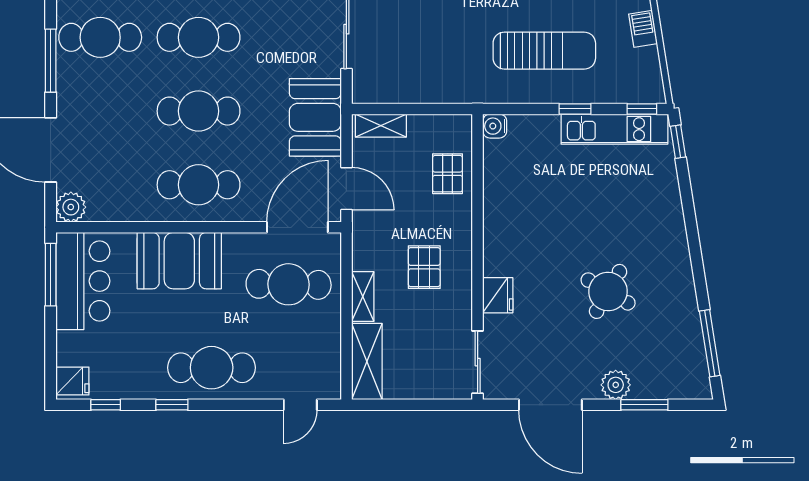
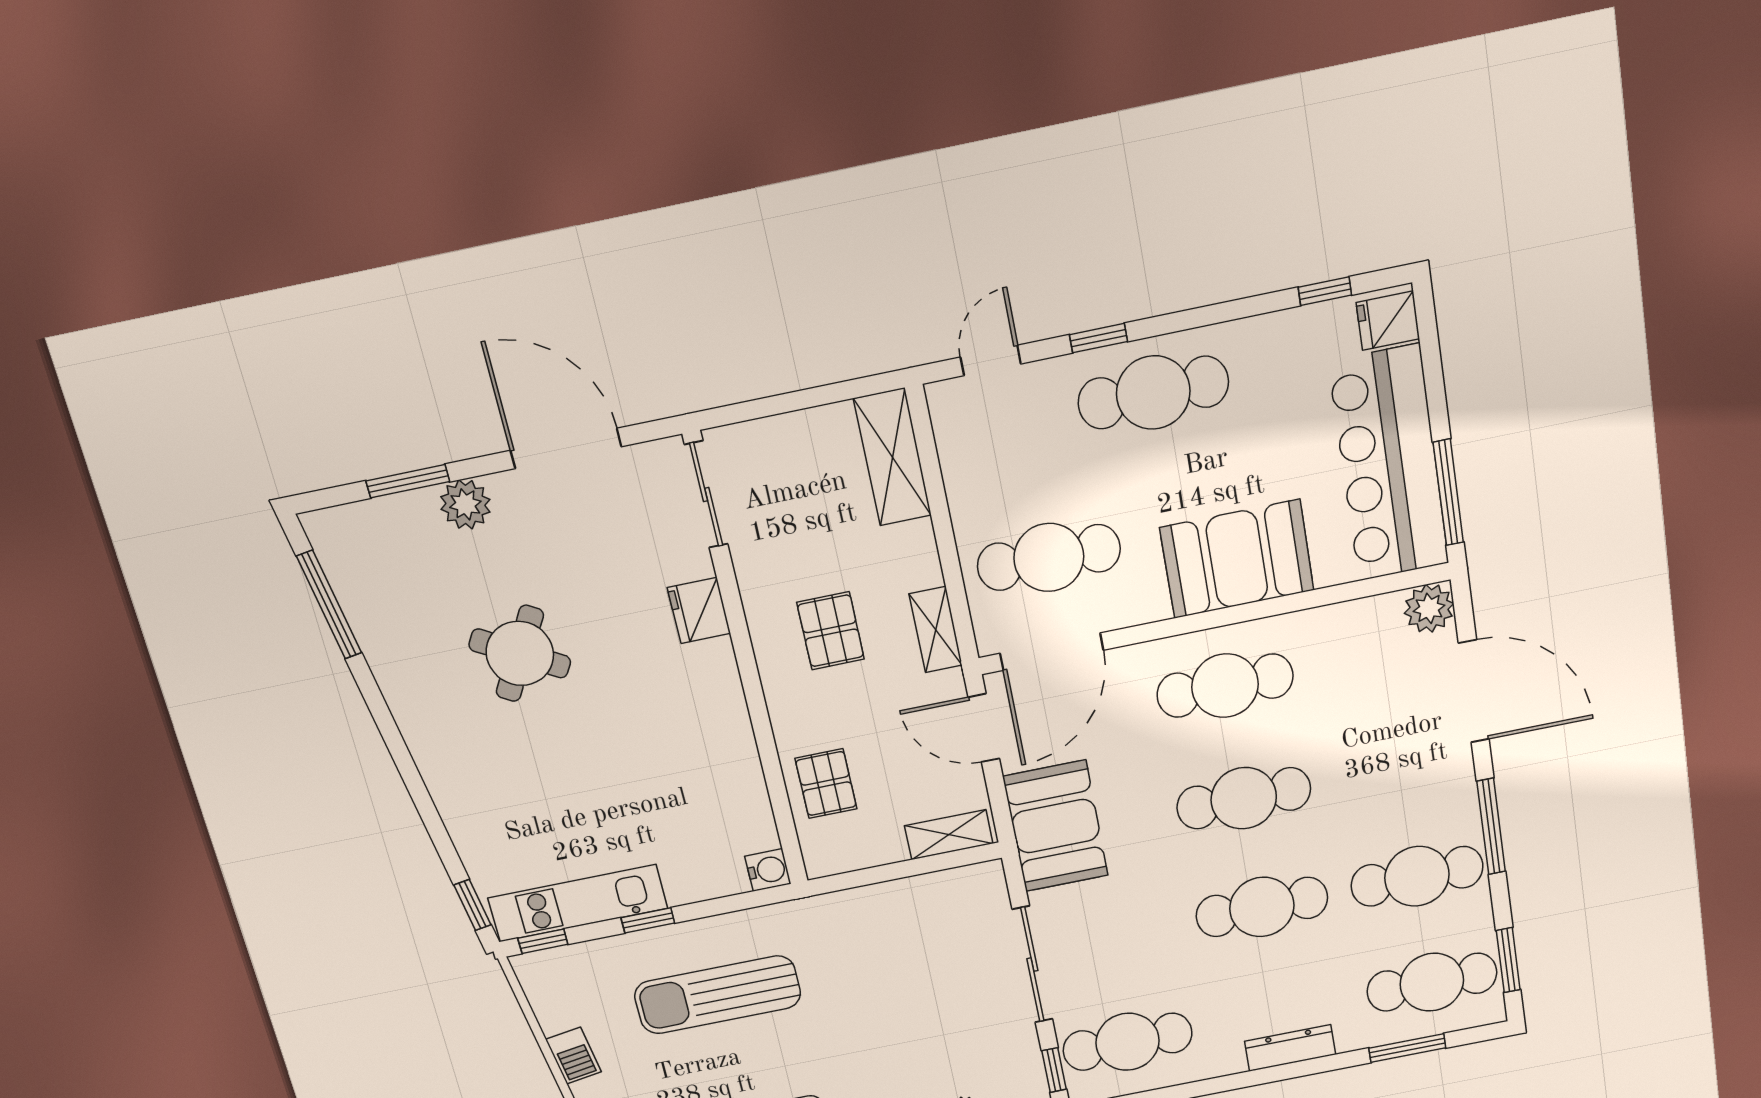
bar counter: (83, 281) -> (1389, 464), width x1.36
shelving: (363, 297) -> (936, 630), moved
window: (172, 405) -> (1099, 338), moved

